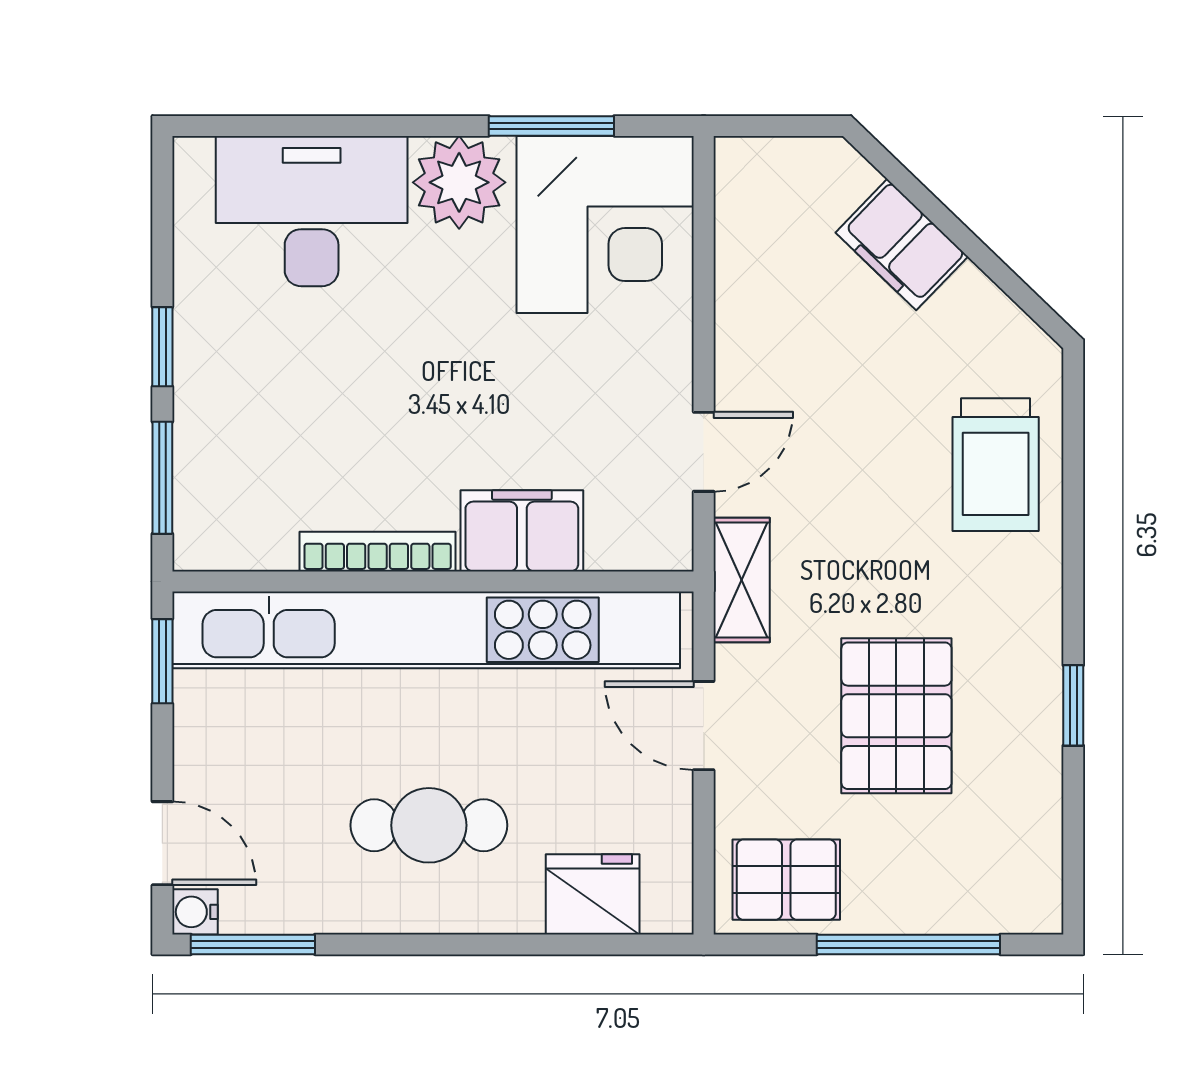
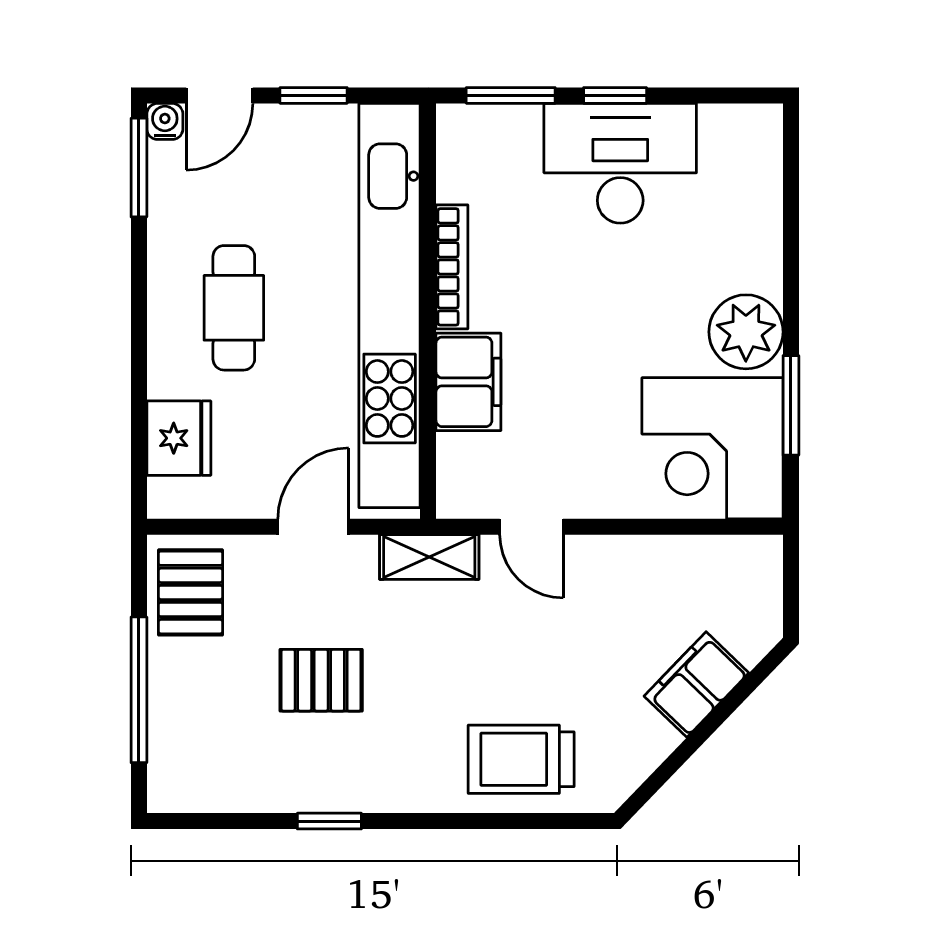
desk: (312, 211) -> (620, 163), moved, turned -90
window: (162, 661) -> (314, 95), moved
pallet: (896, 716) -> (321, 680), width x0.67, depth x0.71

